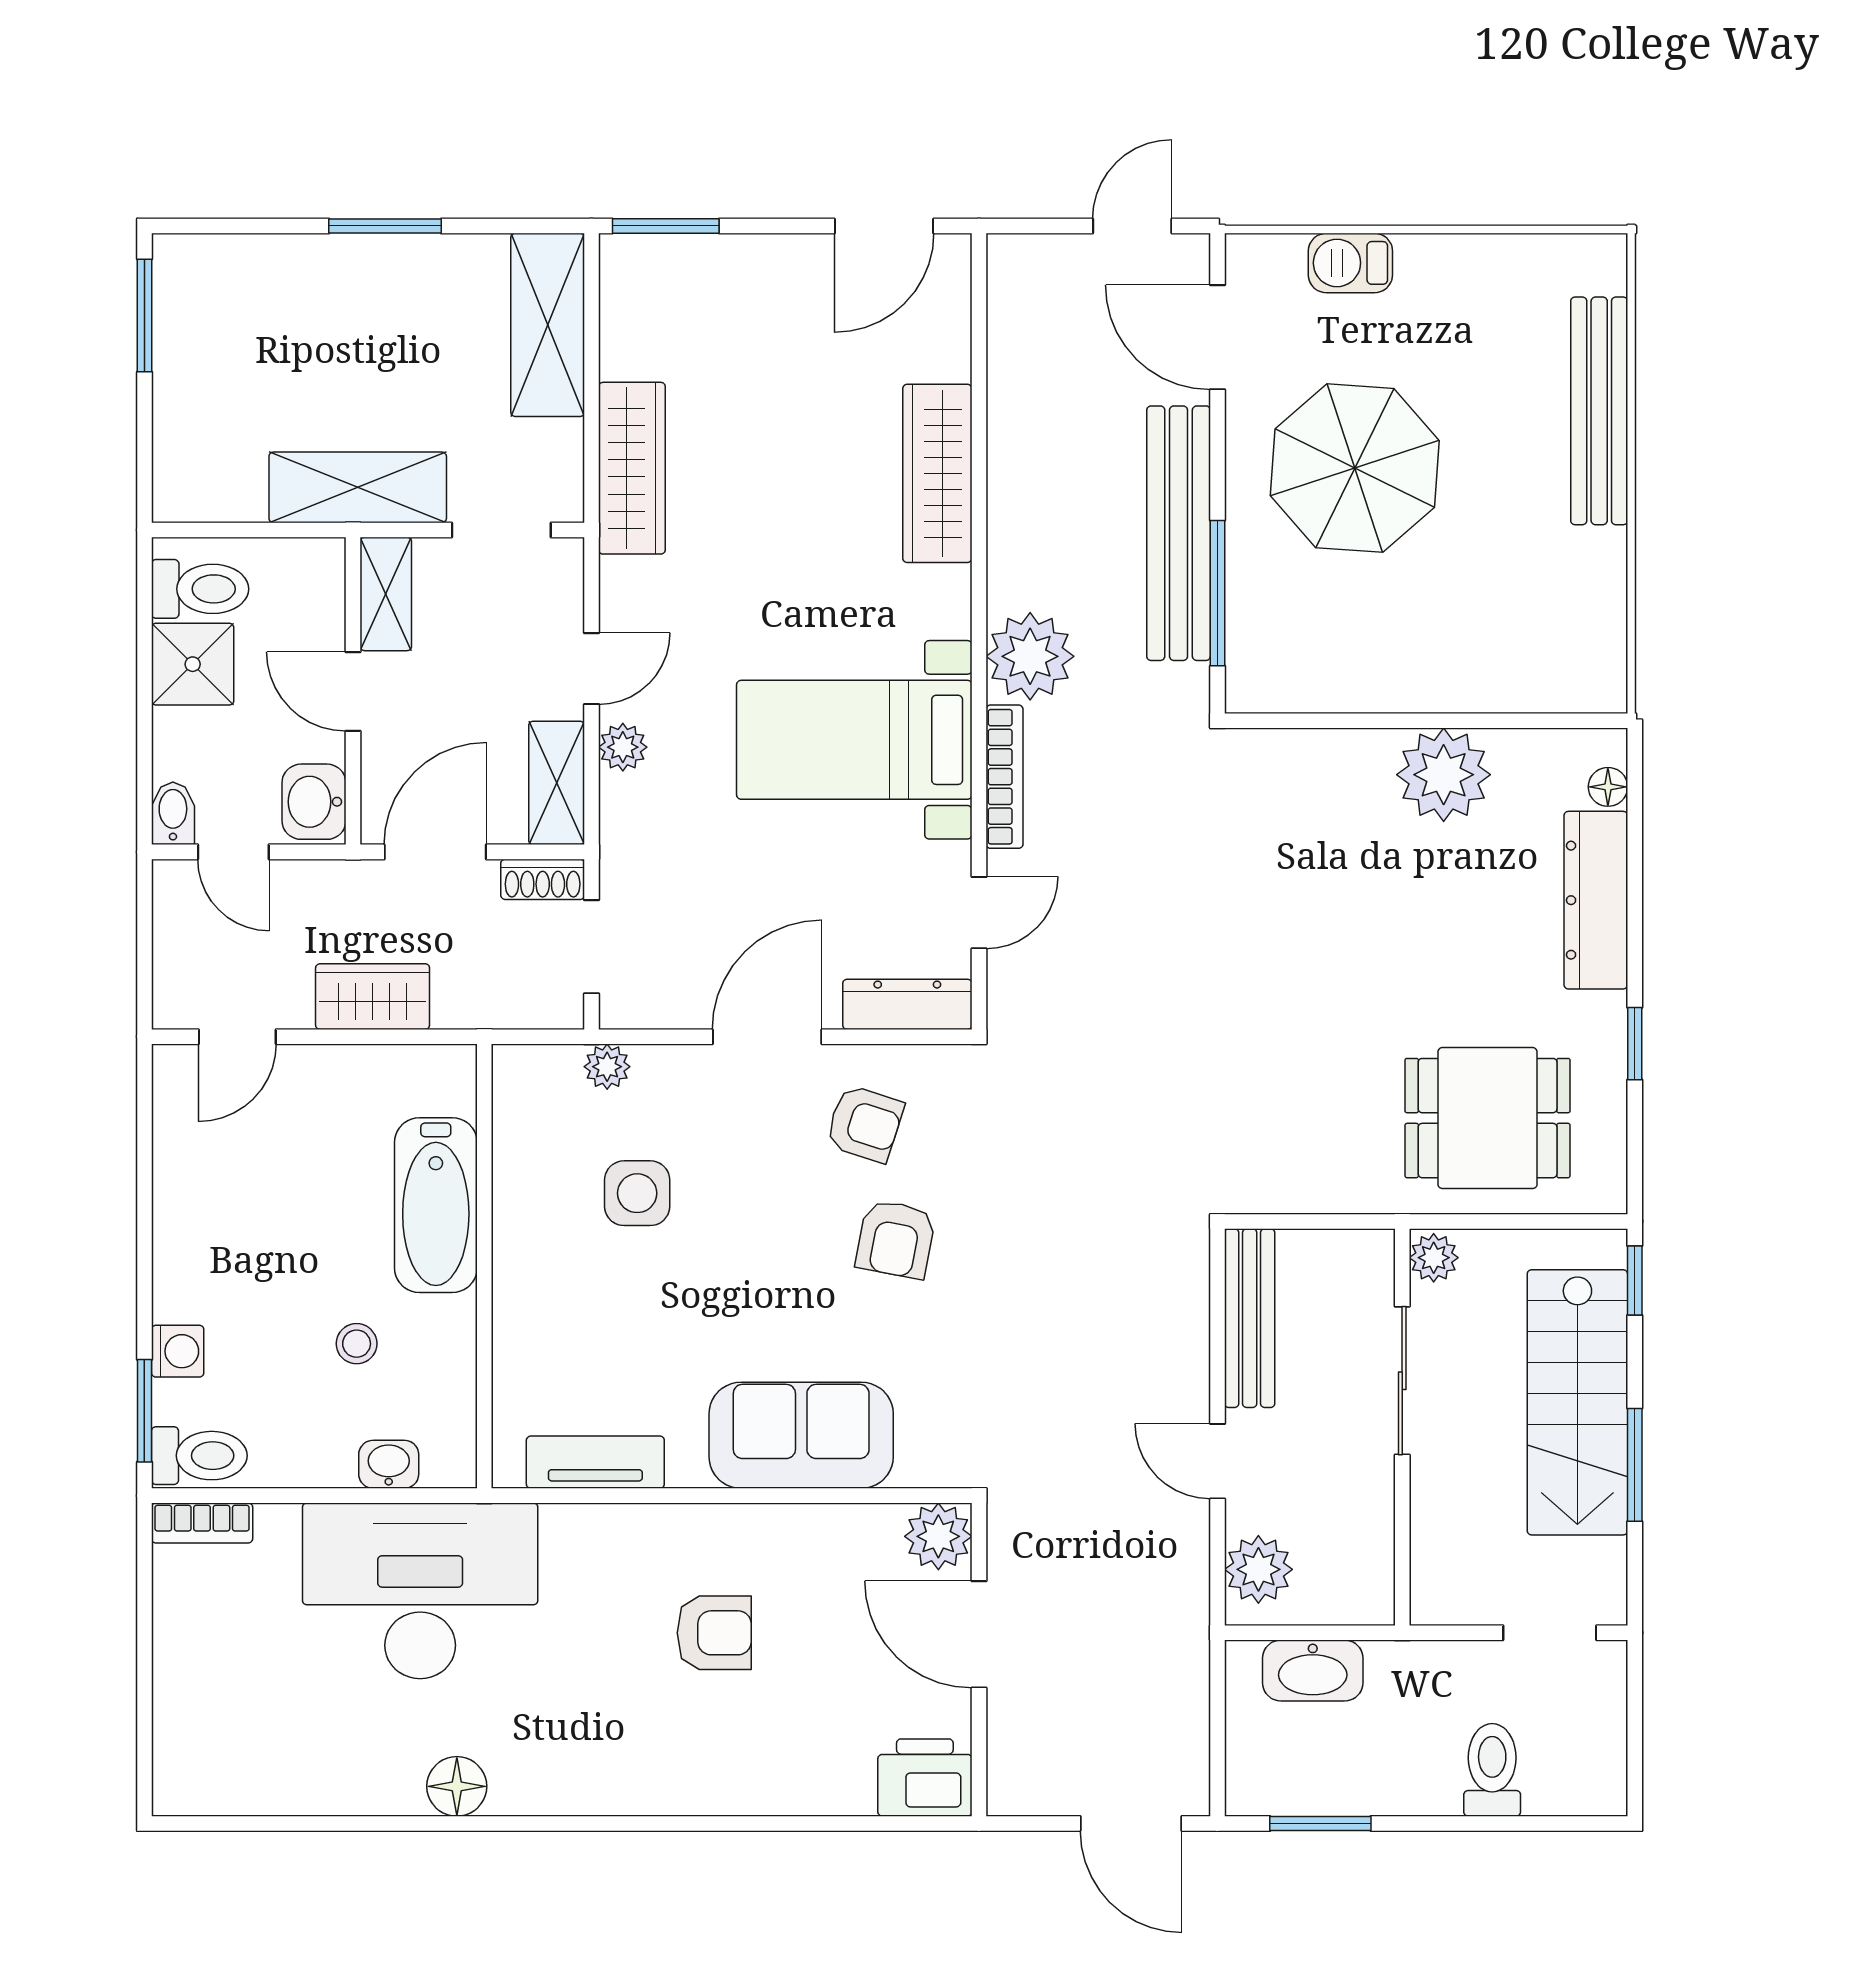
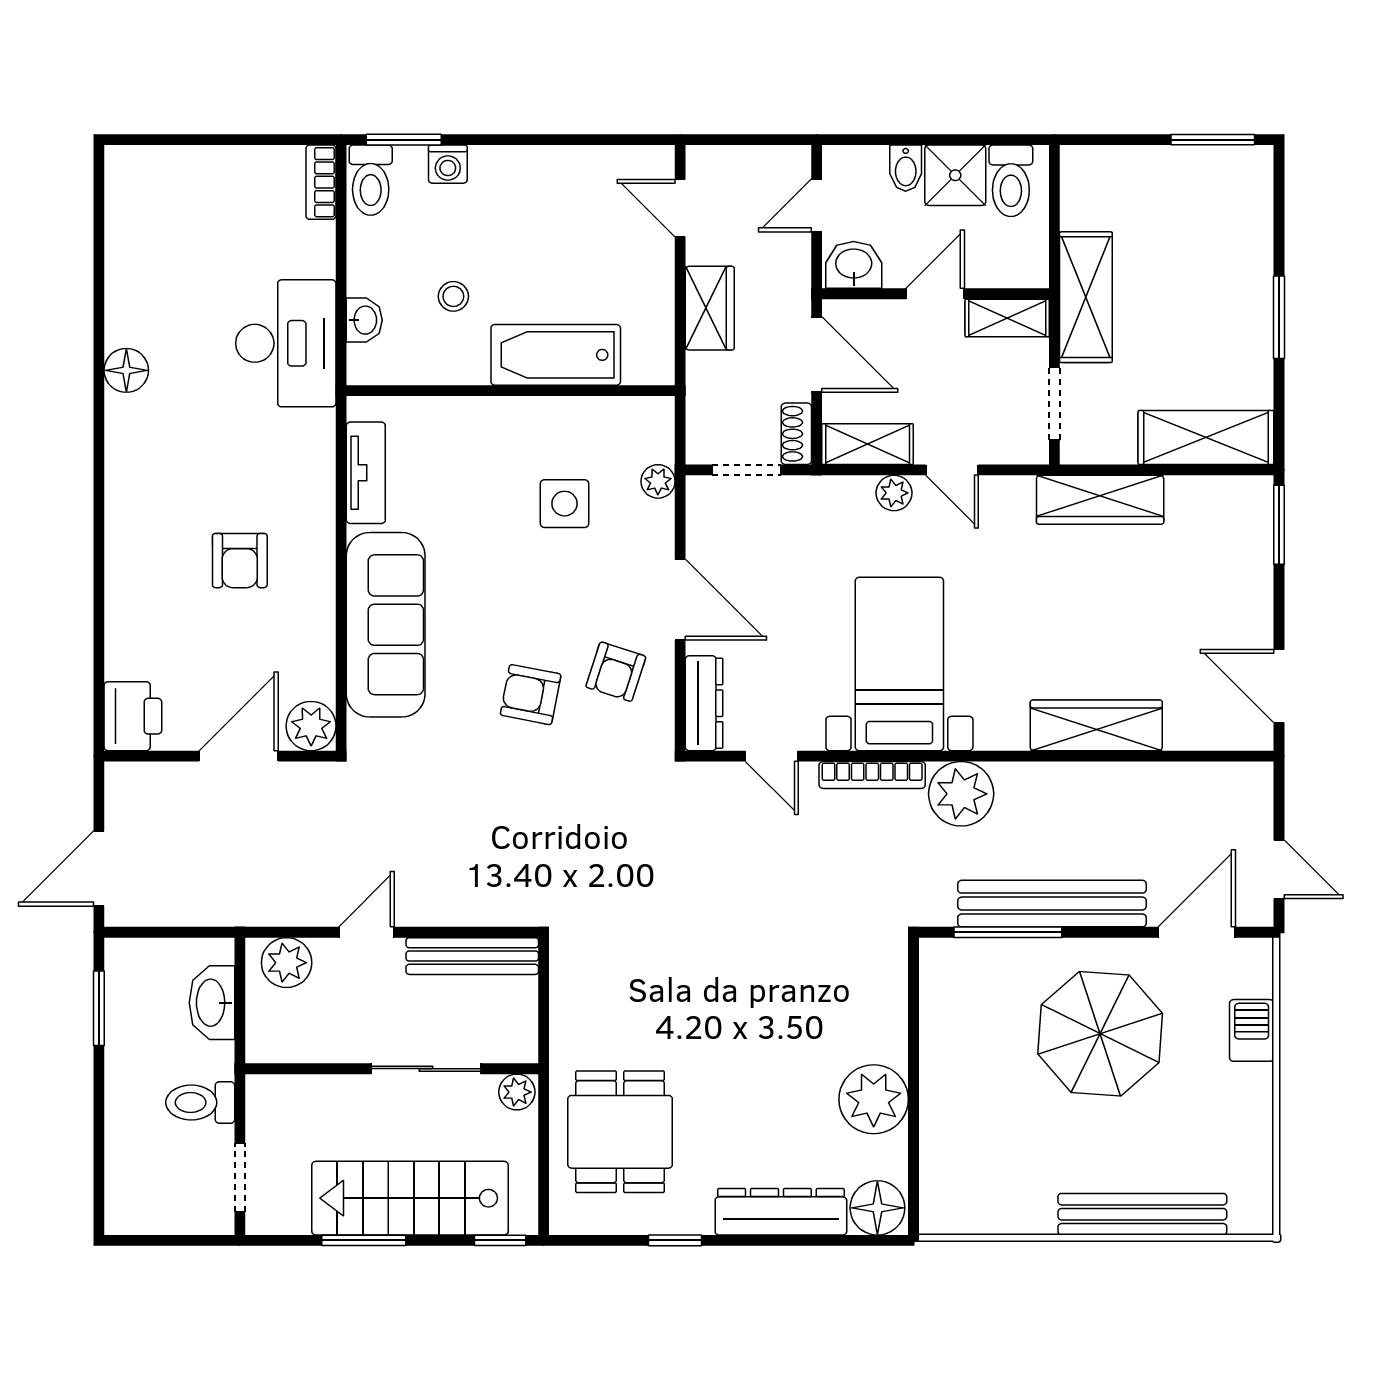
floor lamp: (1608, 787) -> (877, 1208), width x1.89, depth x1.89
bidet: (173, 813) -> (906, 168), moved, turned 90
sofa: (801, 1435) -> (386, 625), width x1.36
desk: (420, 1591) -> (286, 343), width x0.73, depth x0.77
toilet: (1492, 1770) -> (200, 1103), moved, turned 180

